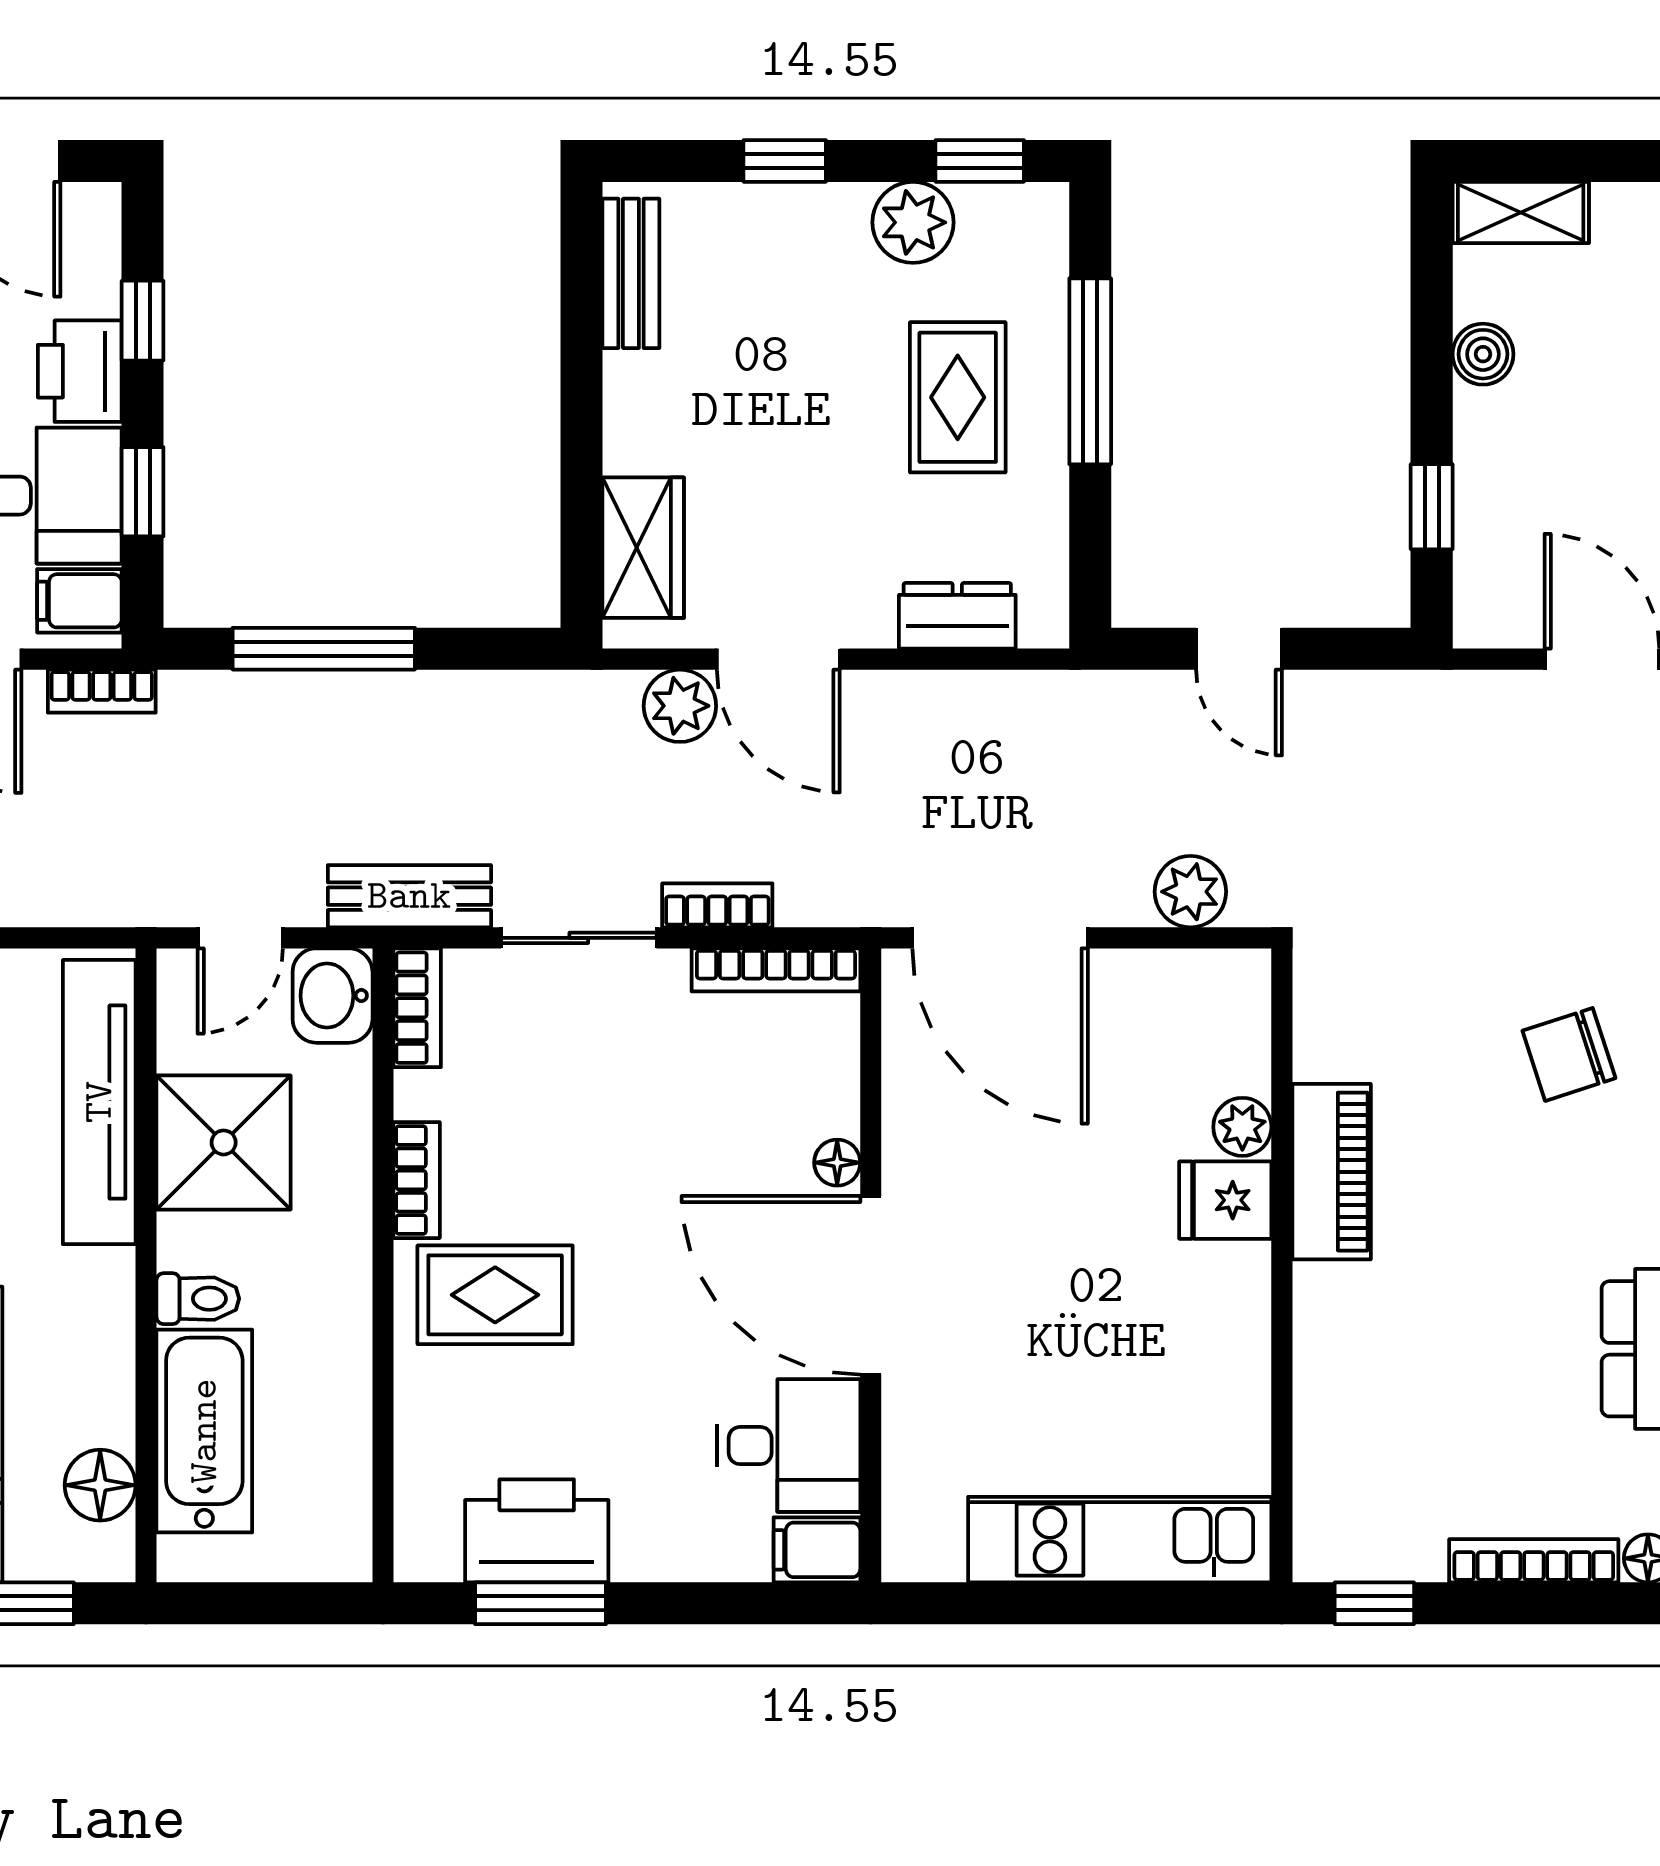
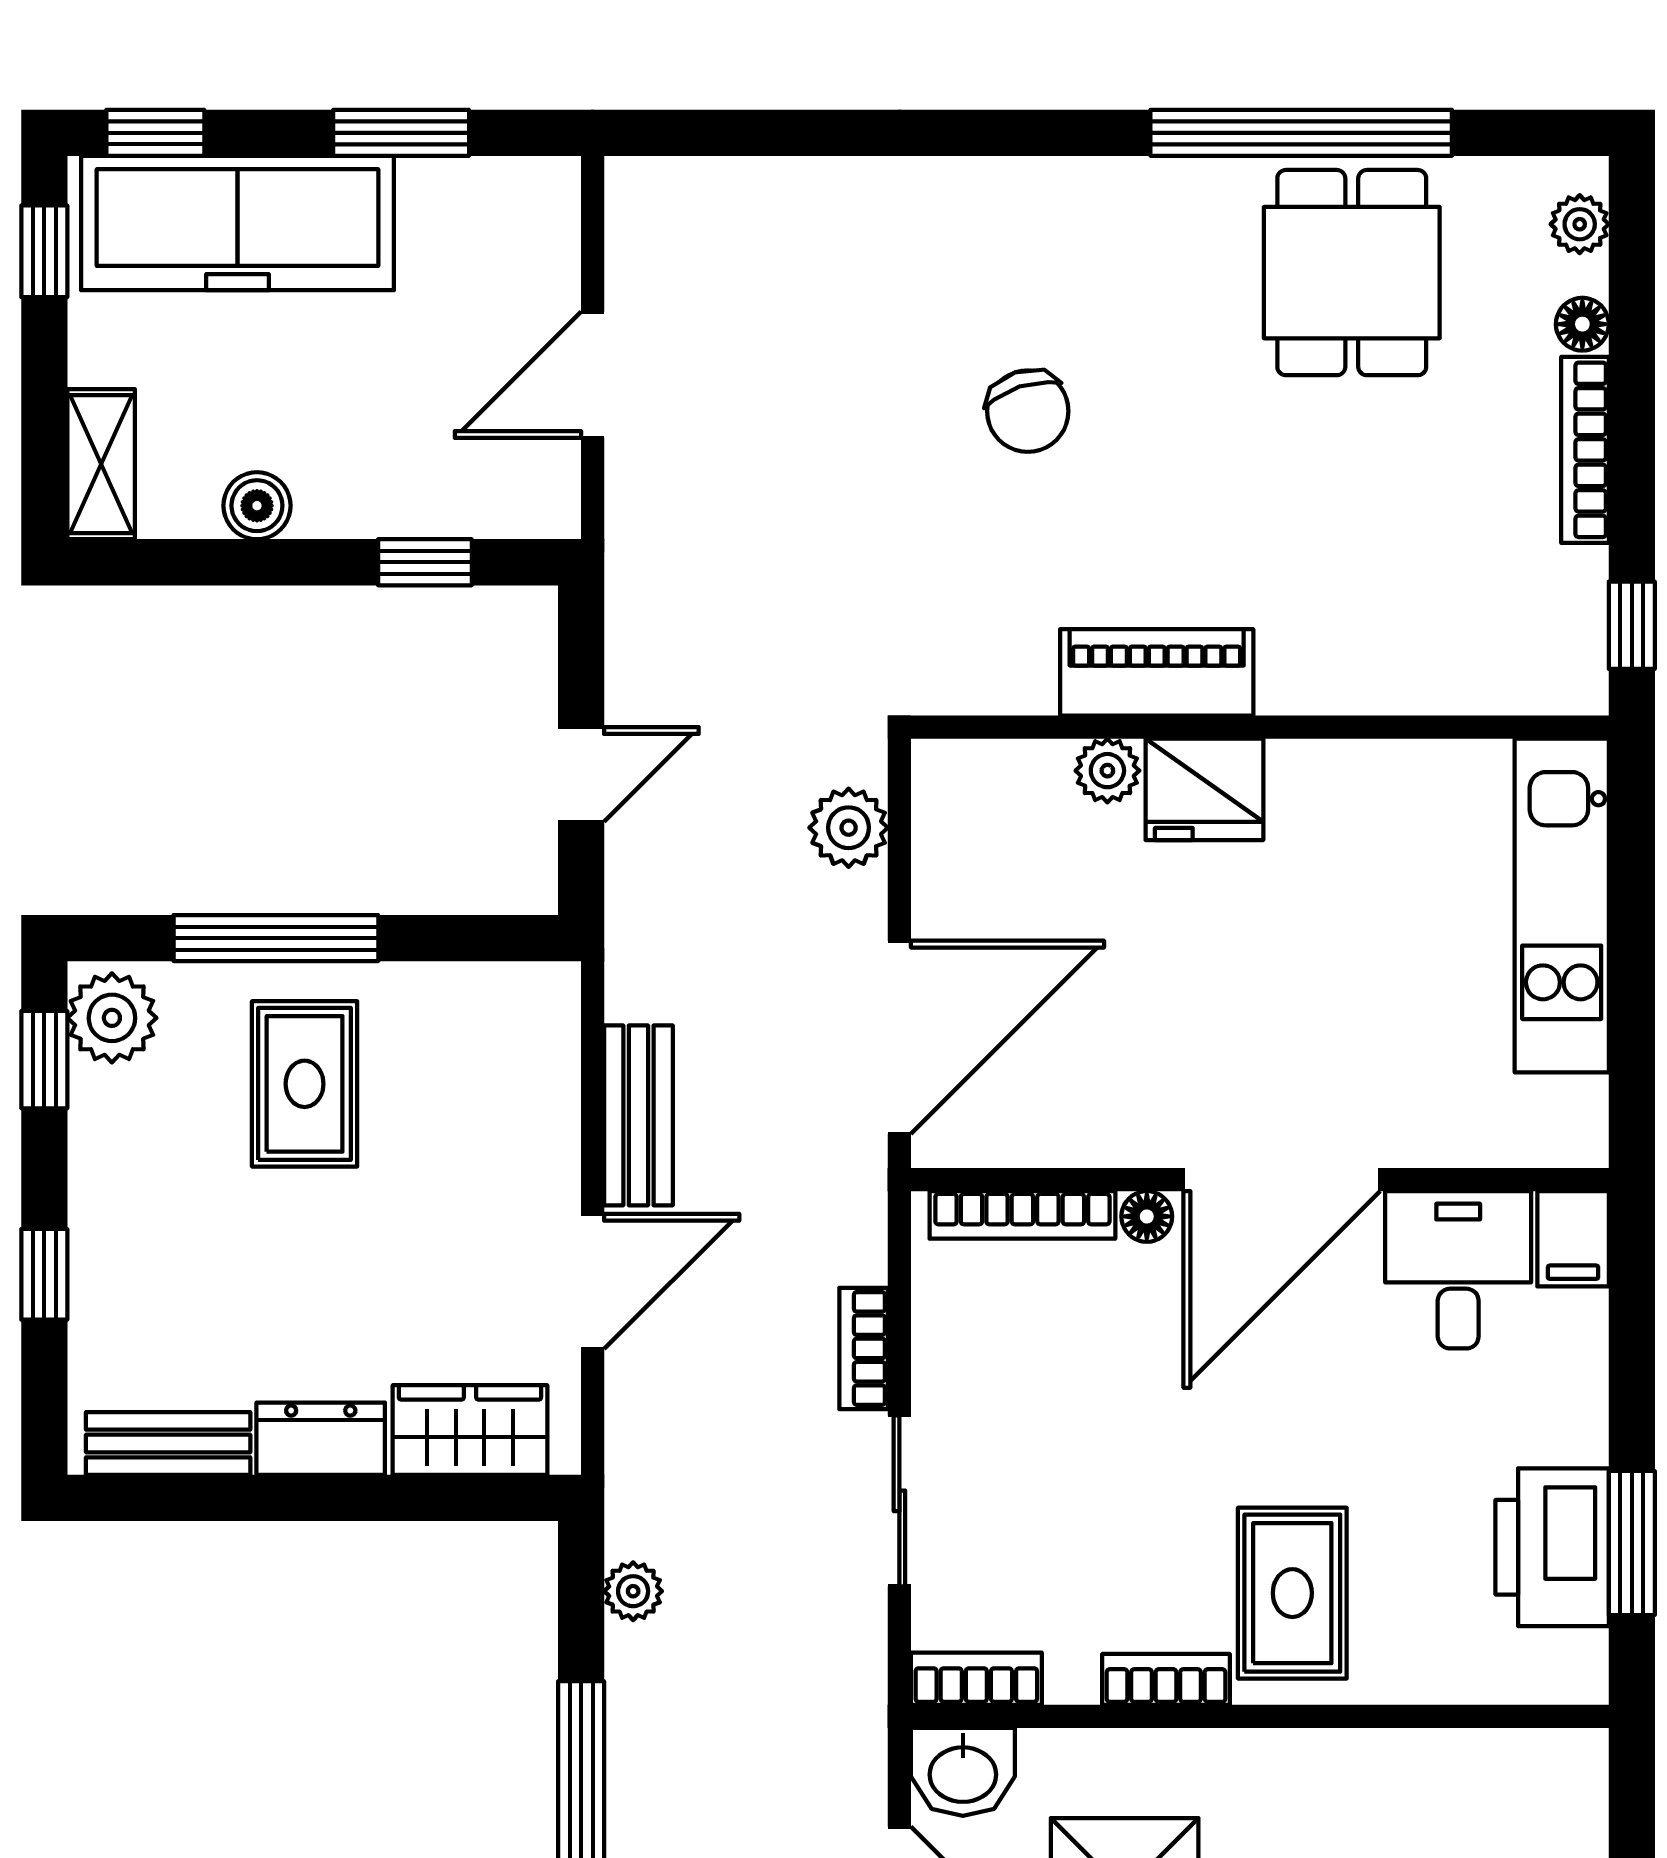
plant: (913, 222) -> (112, 1018), moved
rug: (958, 397) -> (305, 1084), turned 90
dresser: (957, 616) -> (321, 1439), moved, turned 90
plant: (680, 706) -> (633, 1591), moved, width x0.73, depth x0.73
bench: (409, 896) -> (638, 1115), moved
bookcase: (776, 970) -> (1022, 1215), moved, turned 90
fridge: (1225, 1200) -> (1204, 789), width x1.38

